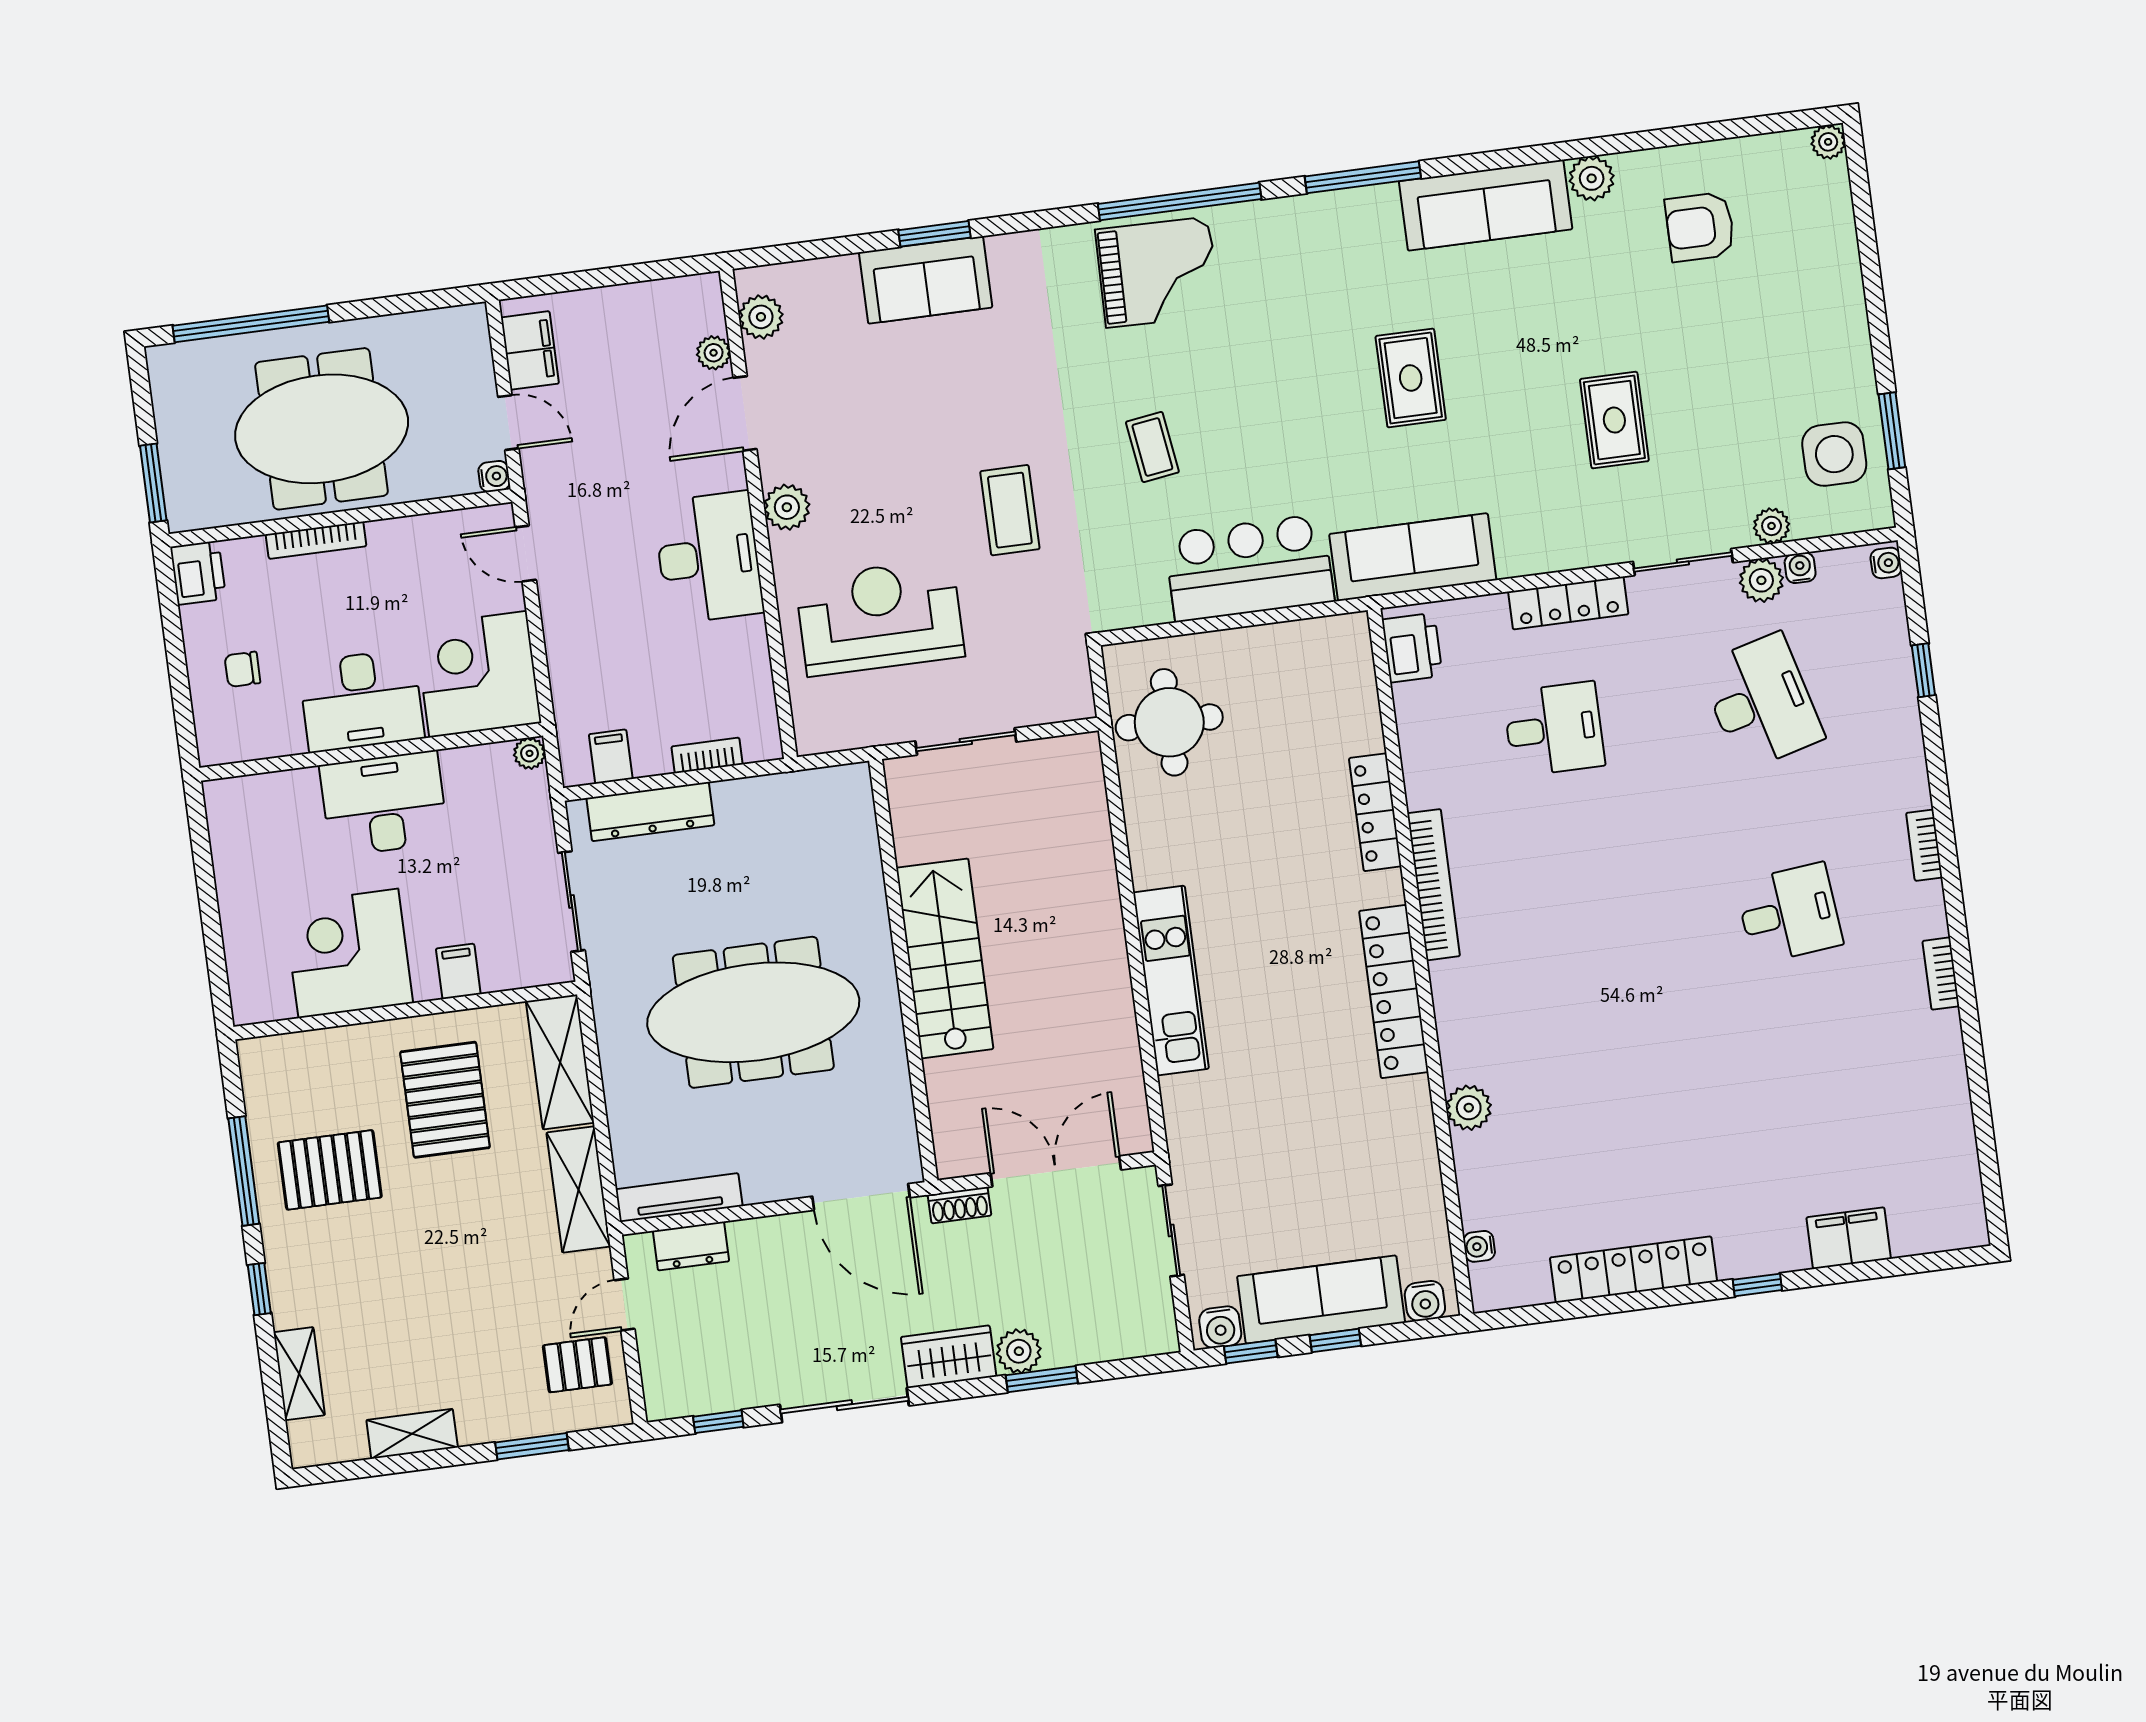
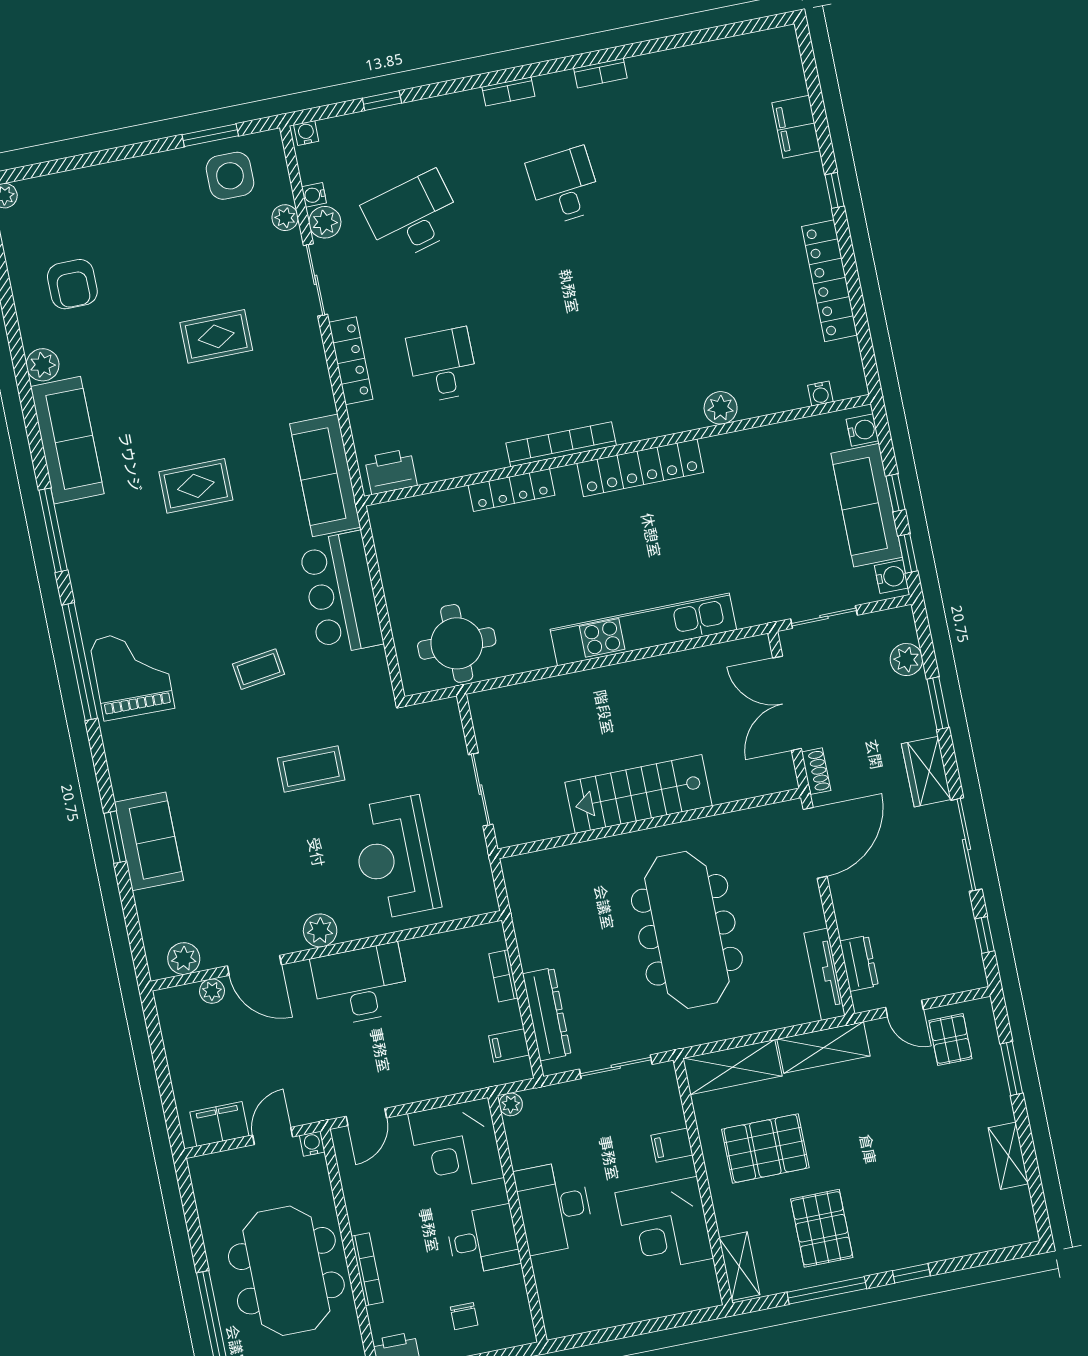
desk: (361, 701) -> (483, 1240), width x0.73
kitchen unit: (1171, 981) -> (643, 629), width x1.36
plant: (1019, 1351) -> (906, 660), moved
shelving: (299, 1374) -> (739, 1266), moved, turned 90

